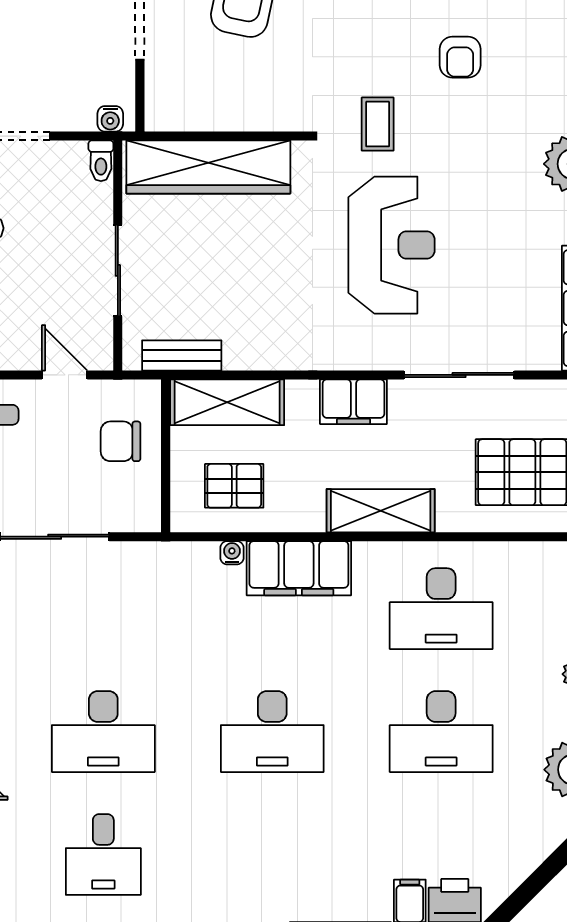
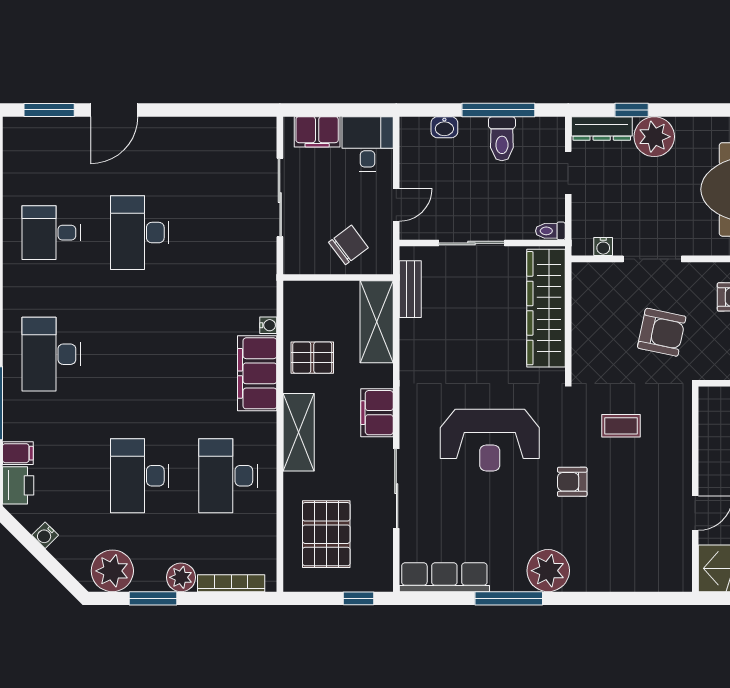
armchair: (460, 57) -> (572, 482), moved
water cooler: (110, 119) -> (603, 247), moved, turned -90
coffee table: (378, 124) -> (621, 426), moved
chair: (120, 441) -> (348, 245), turned 53
pallet: (234, 486) -> (312, 358), moved, turned 90
desk: (272, 732) -> (51, 354), moved
water cooler: (524, 863) -> (45, 535), added

